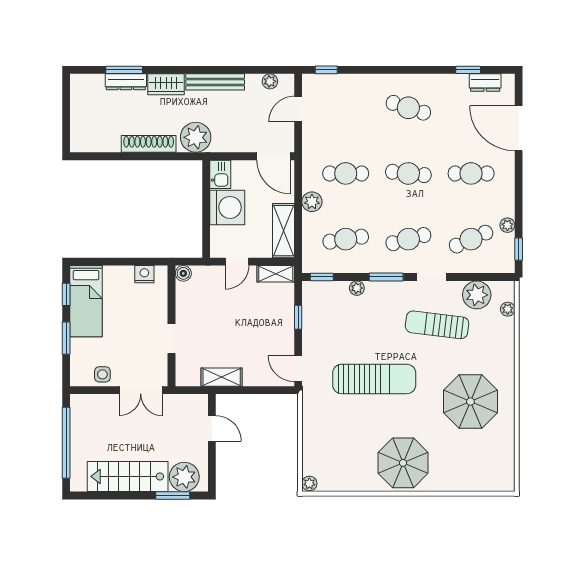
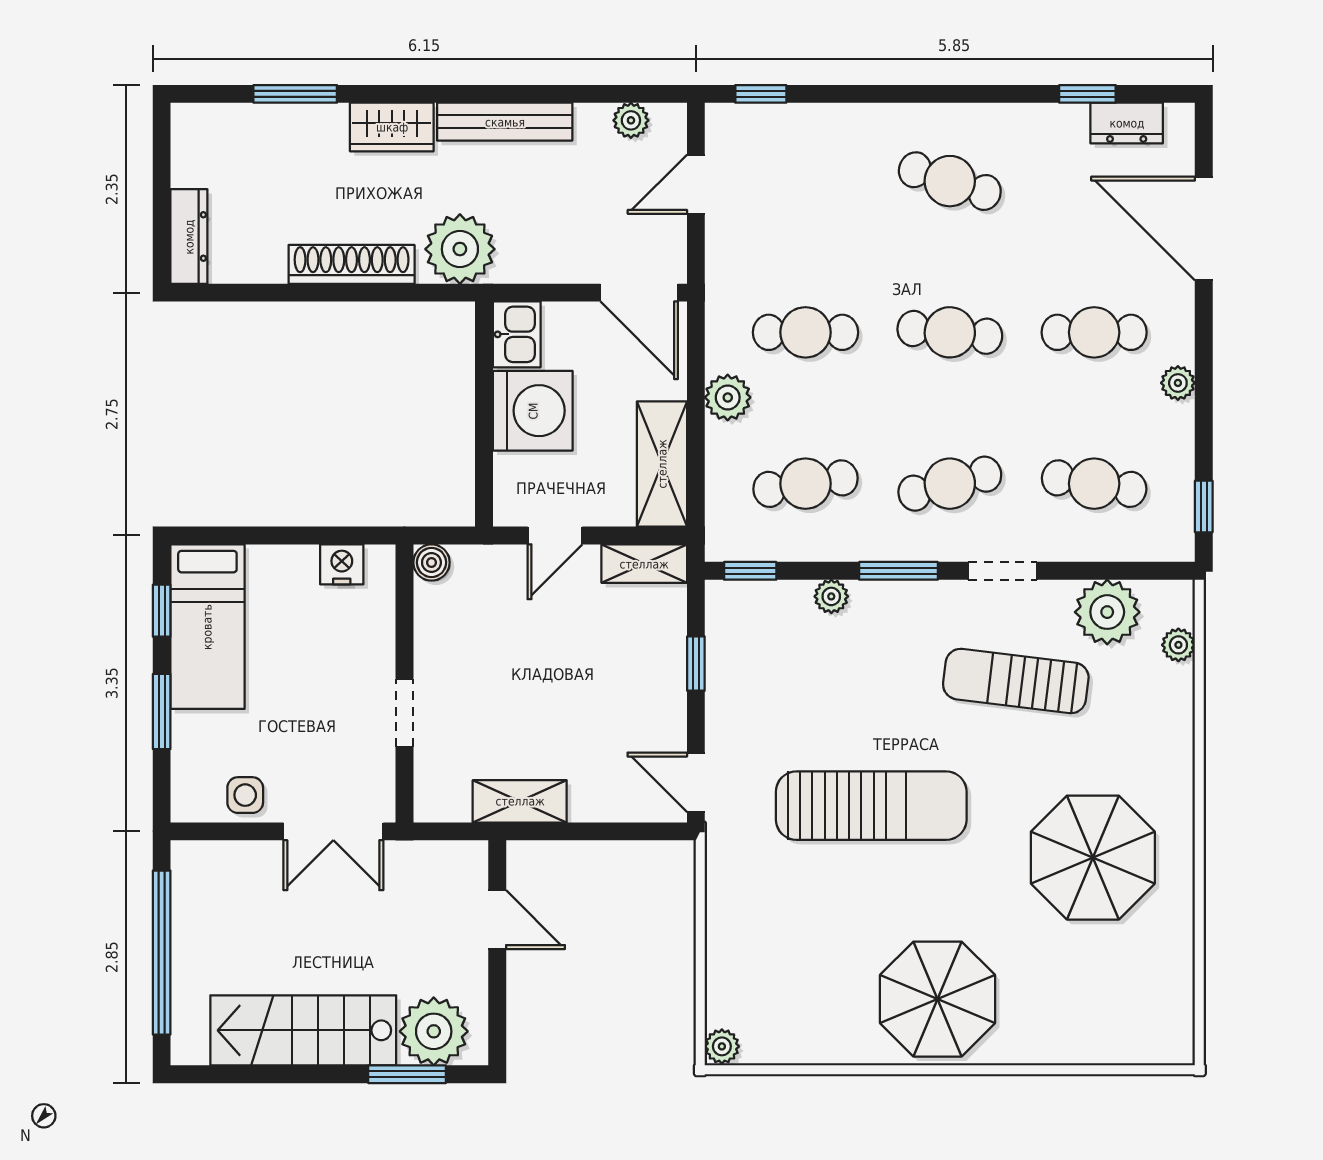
dresser: (126, 82) -> (189, 237), moved, turned -90
plant: (507, 225) -> (1178, 383), moved
cafe table: (471, 239) -> (1094, 484), turned 33

